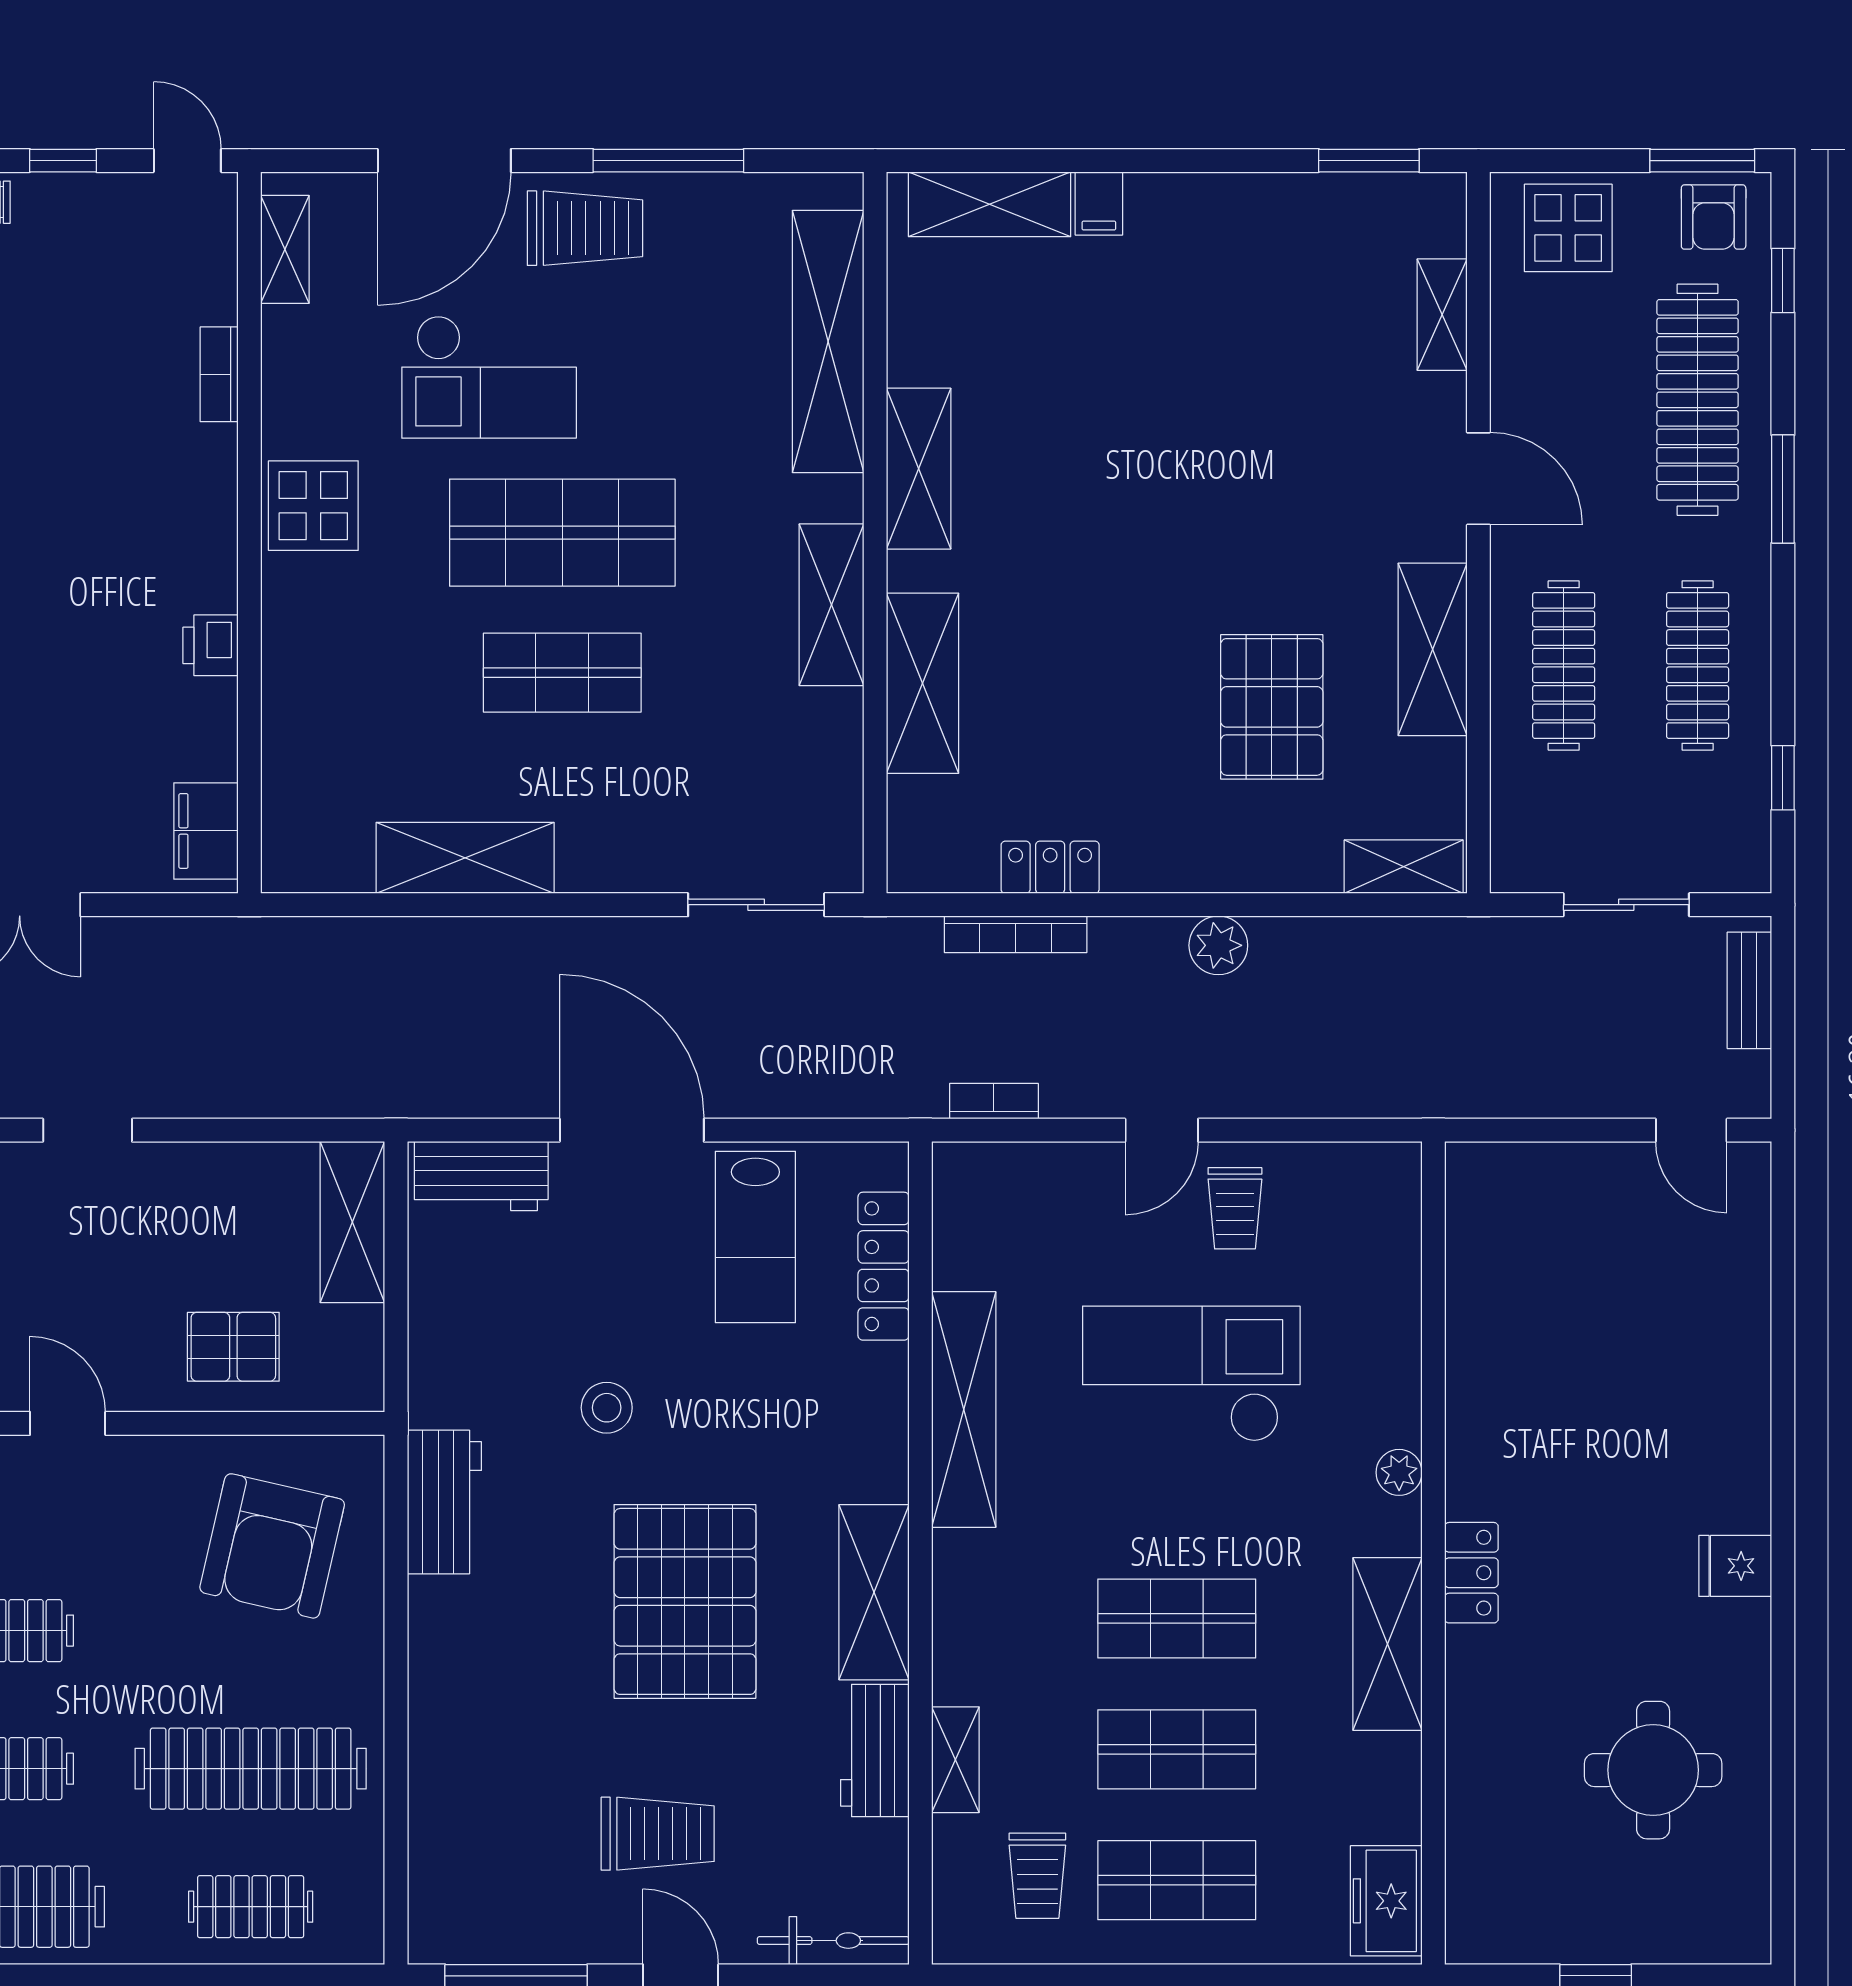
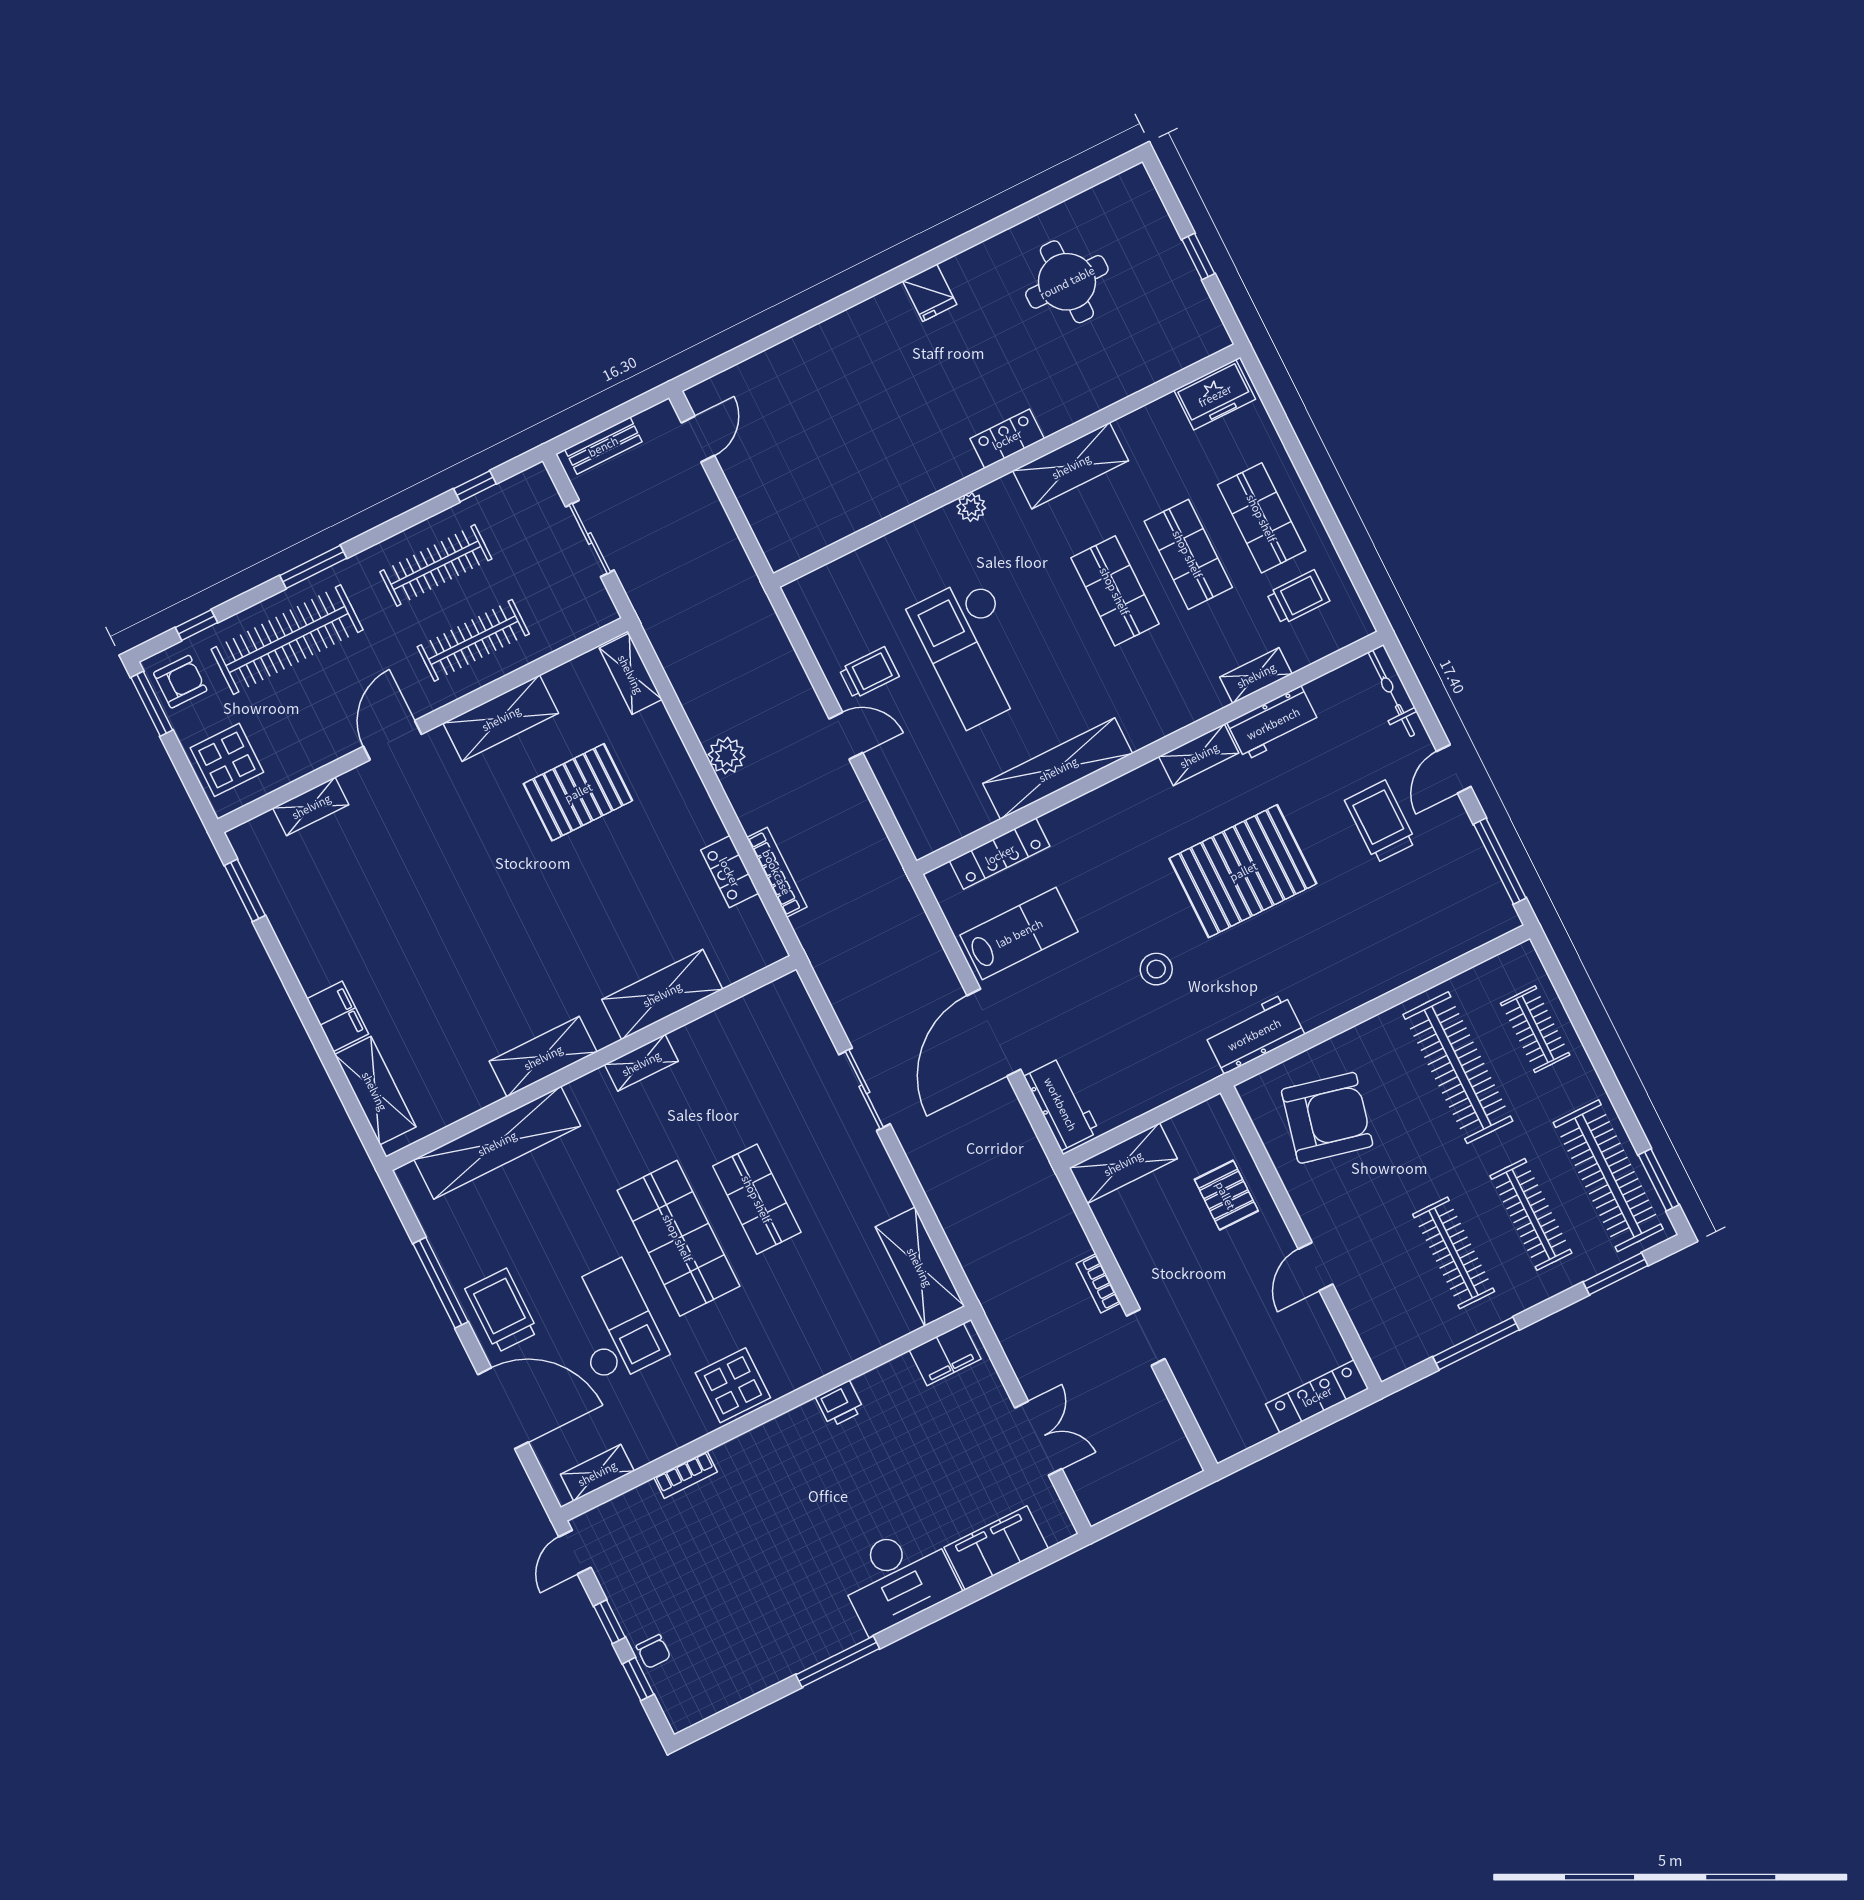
filing cabinet: (1099, 203) -> (338, 1016), width x2.00
shelving: (832, 605) -> (641, 1063), width x0.67, depth x0.75
shelving: (465, 858) -> (920, 1267), moved
sliding door: (756, 905) -> (864, 1089), moved
bookcase: (994, 1101) -> (1099, 1283), moved
shelving: (874, 1592) -> (1199, 755), width x0.67, depth x0.75

